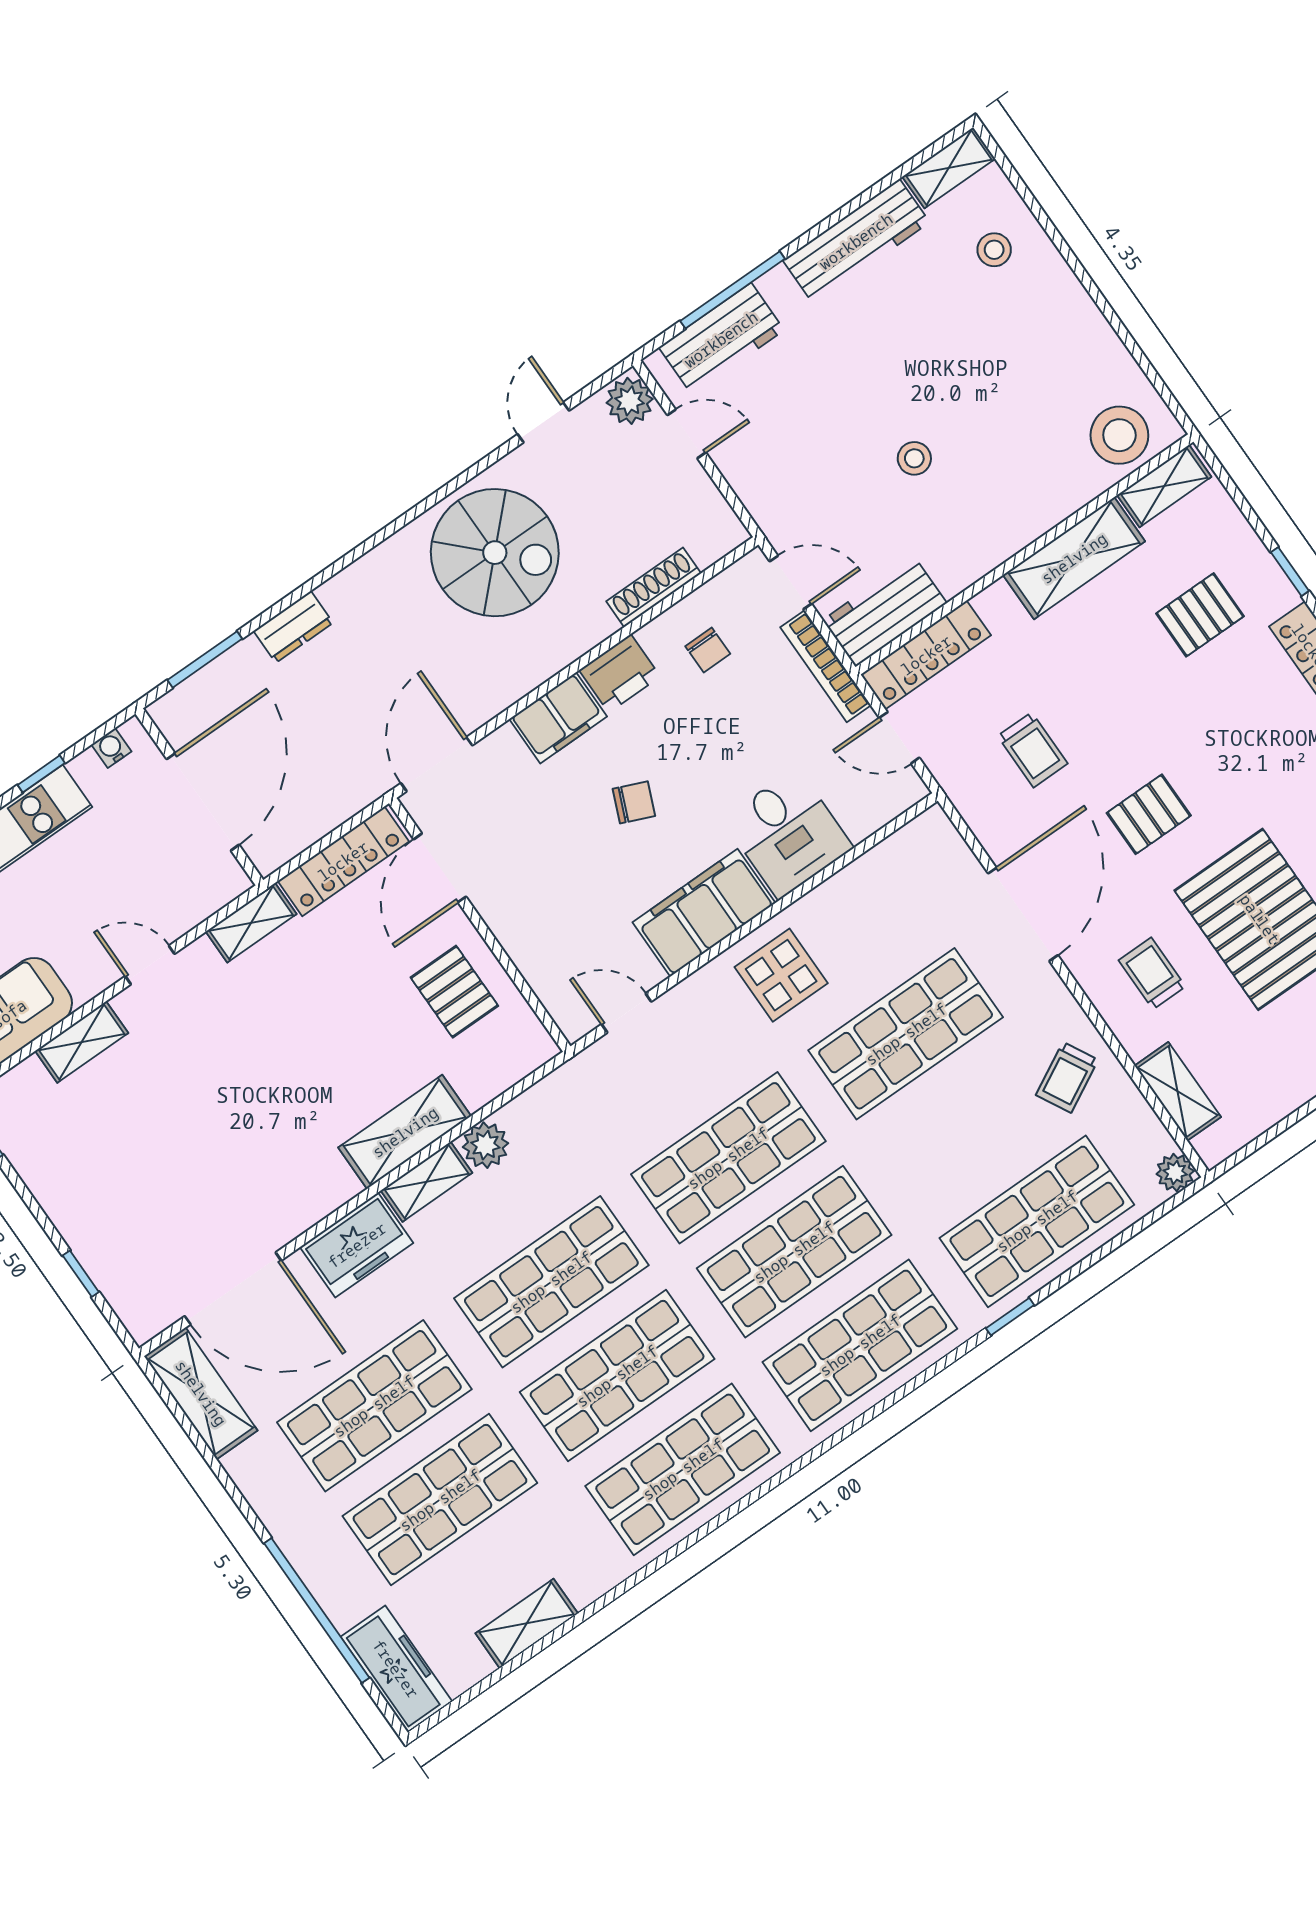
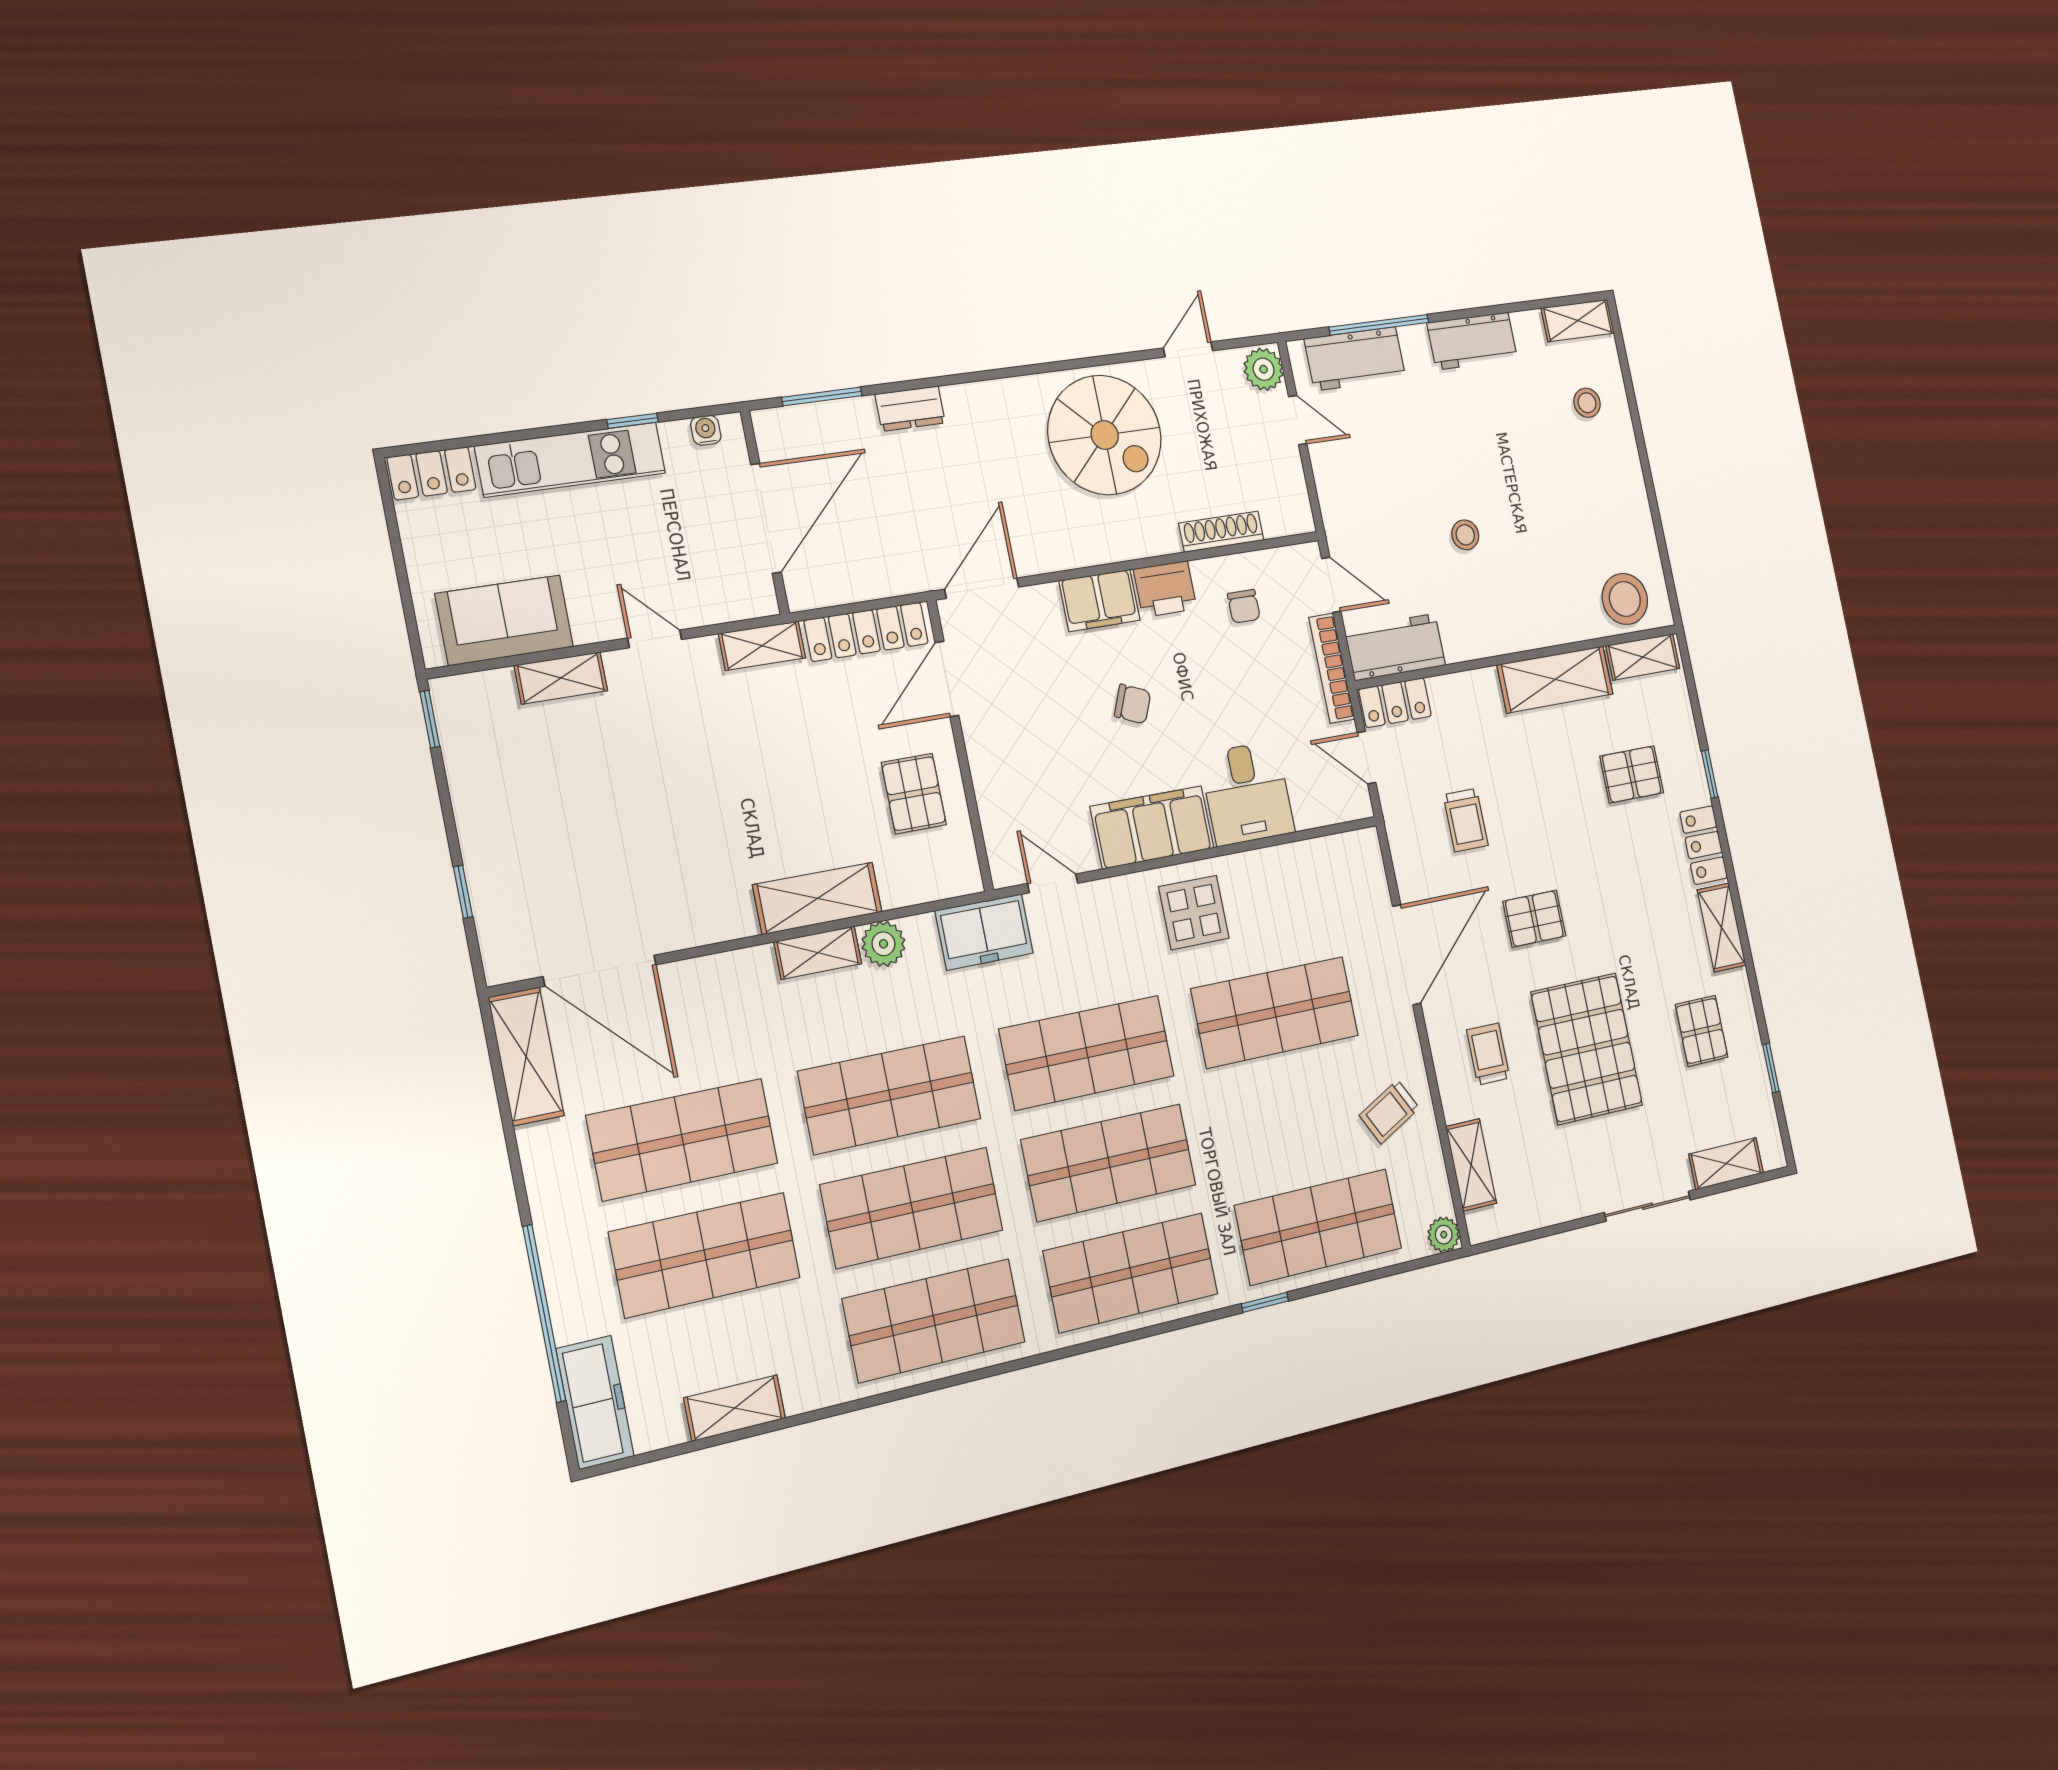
workbench: (856, 241) -> (1472, 341), width x0.73
locker: (926, 655) -> (1395, 703), width x0.66
freezer: (357, 1245) -> (984, 932), moved

